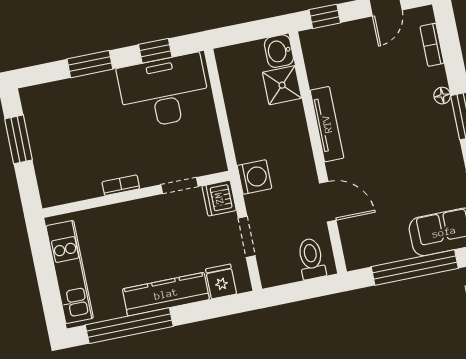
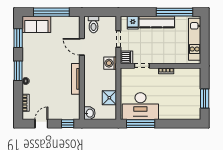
window: (155, 51) -> (141, 124), width x2.17
window: (90, 64) -> (169, 124), removed
shower: (282, 85) -> (109, 98), moved

